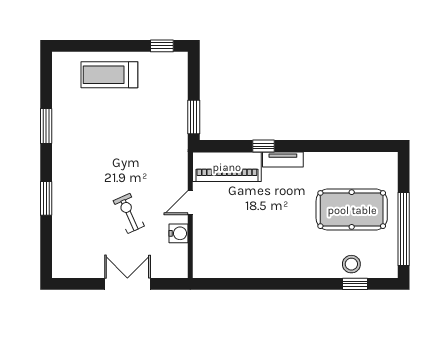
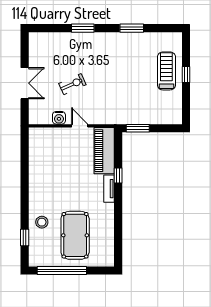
window: (162, 46) -> (186, 75), moved
stool: (351, 264) -> (42, 222), moved

